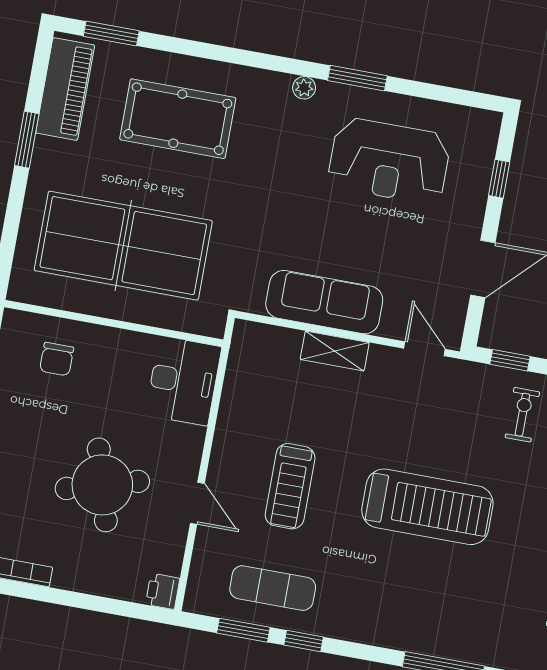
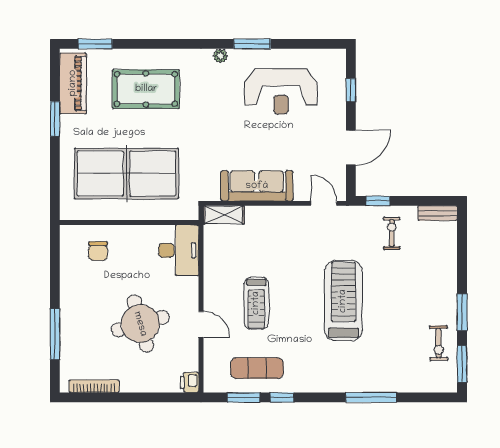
shelving: (335, 351) -> (224, 215), moved
treadmill: (427, 507) -> (343, 301), turned -90

